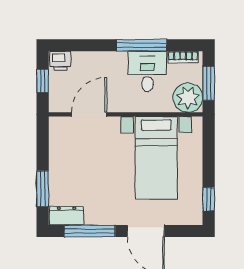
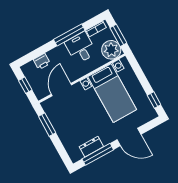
printer: (60, 61) -> (42, 61), moved
window: (43, 189) -> (47, 125), moved
dresser: (67, 216) -> (91, 147), moved

